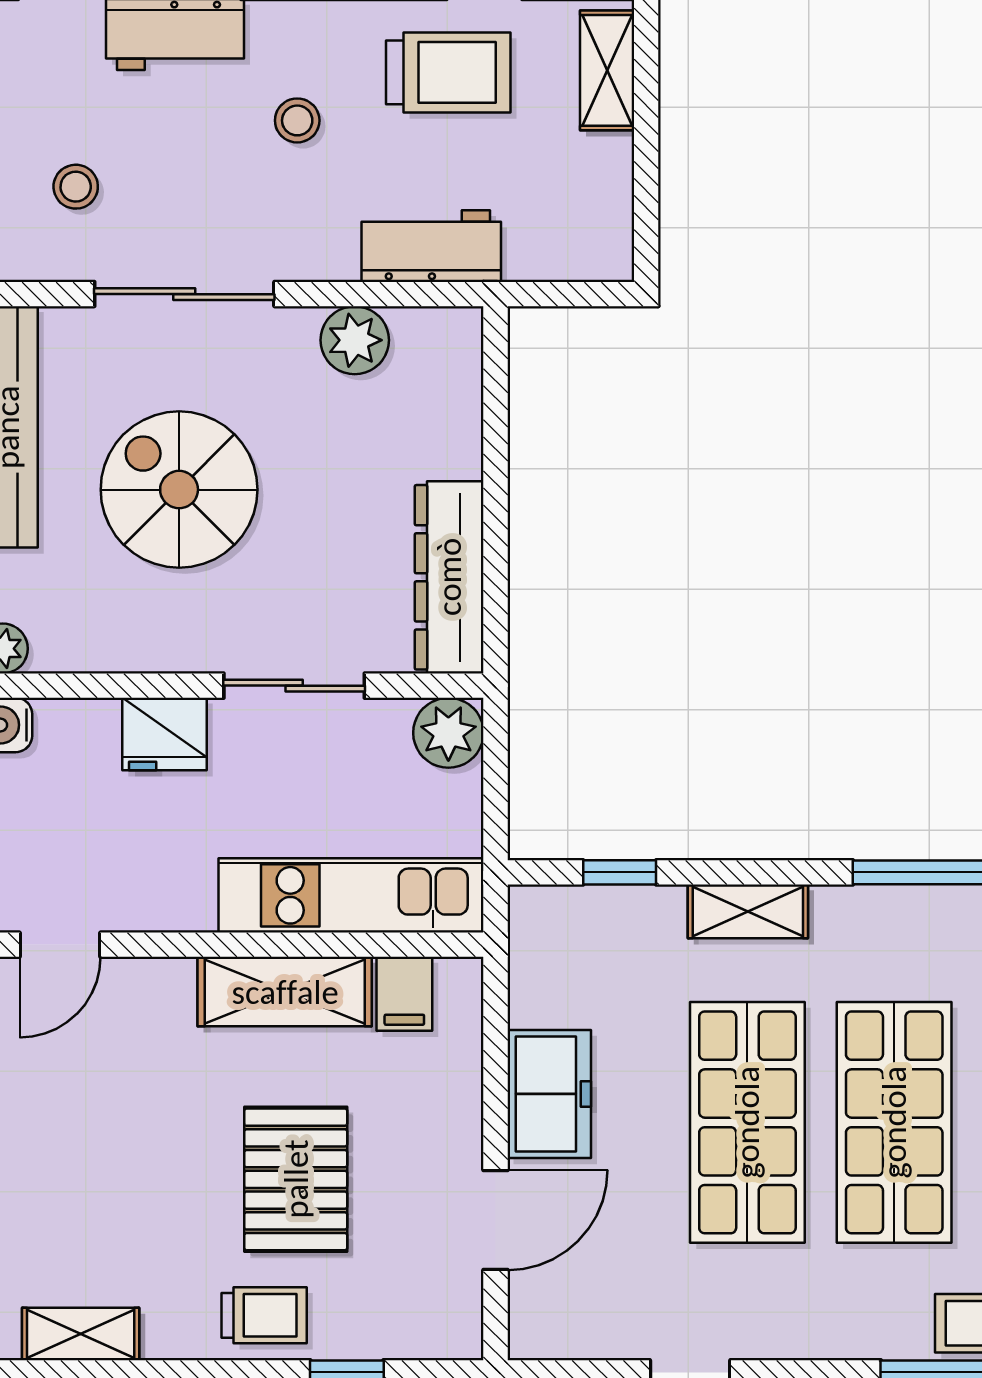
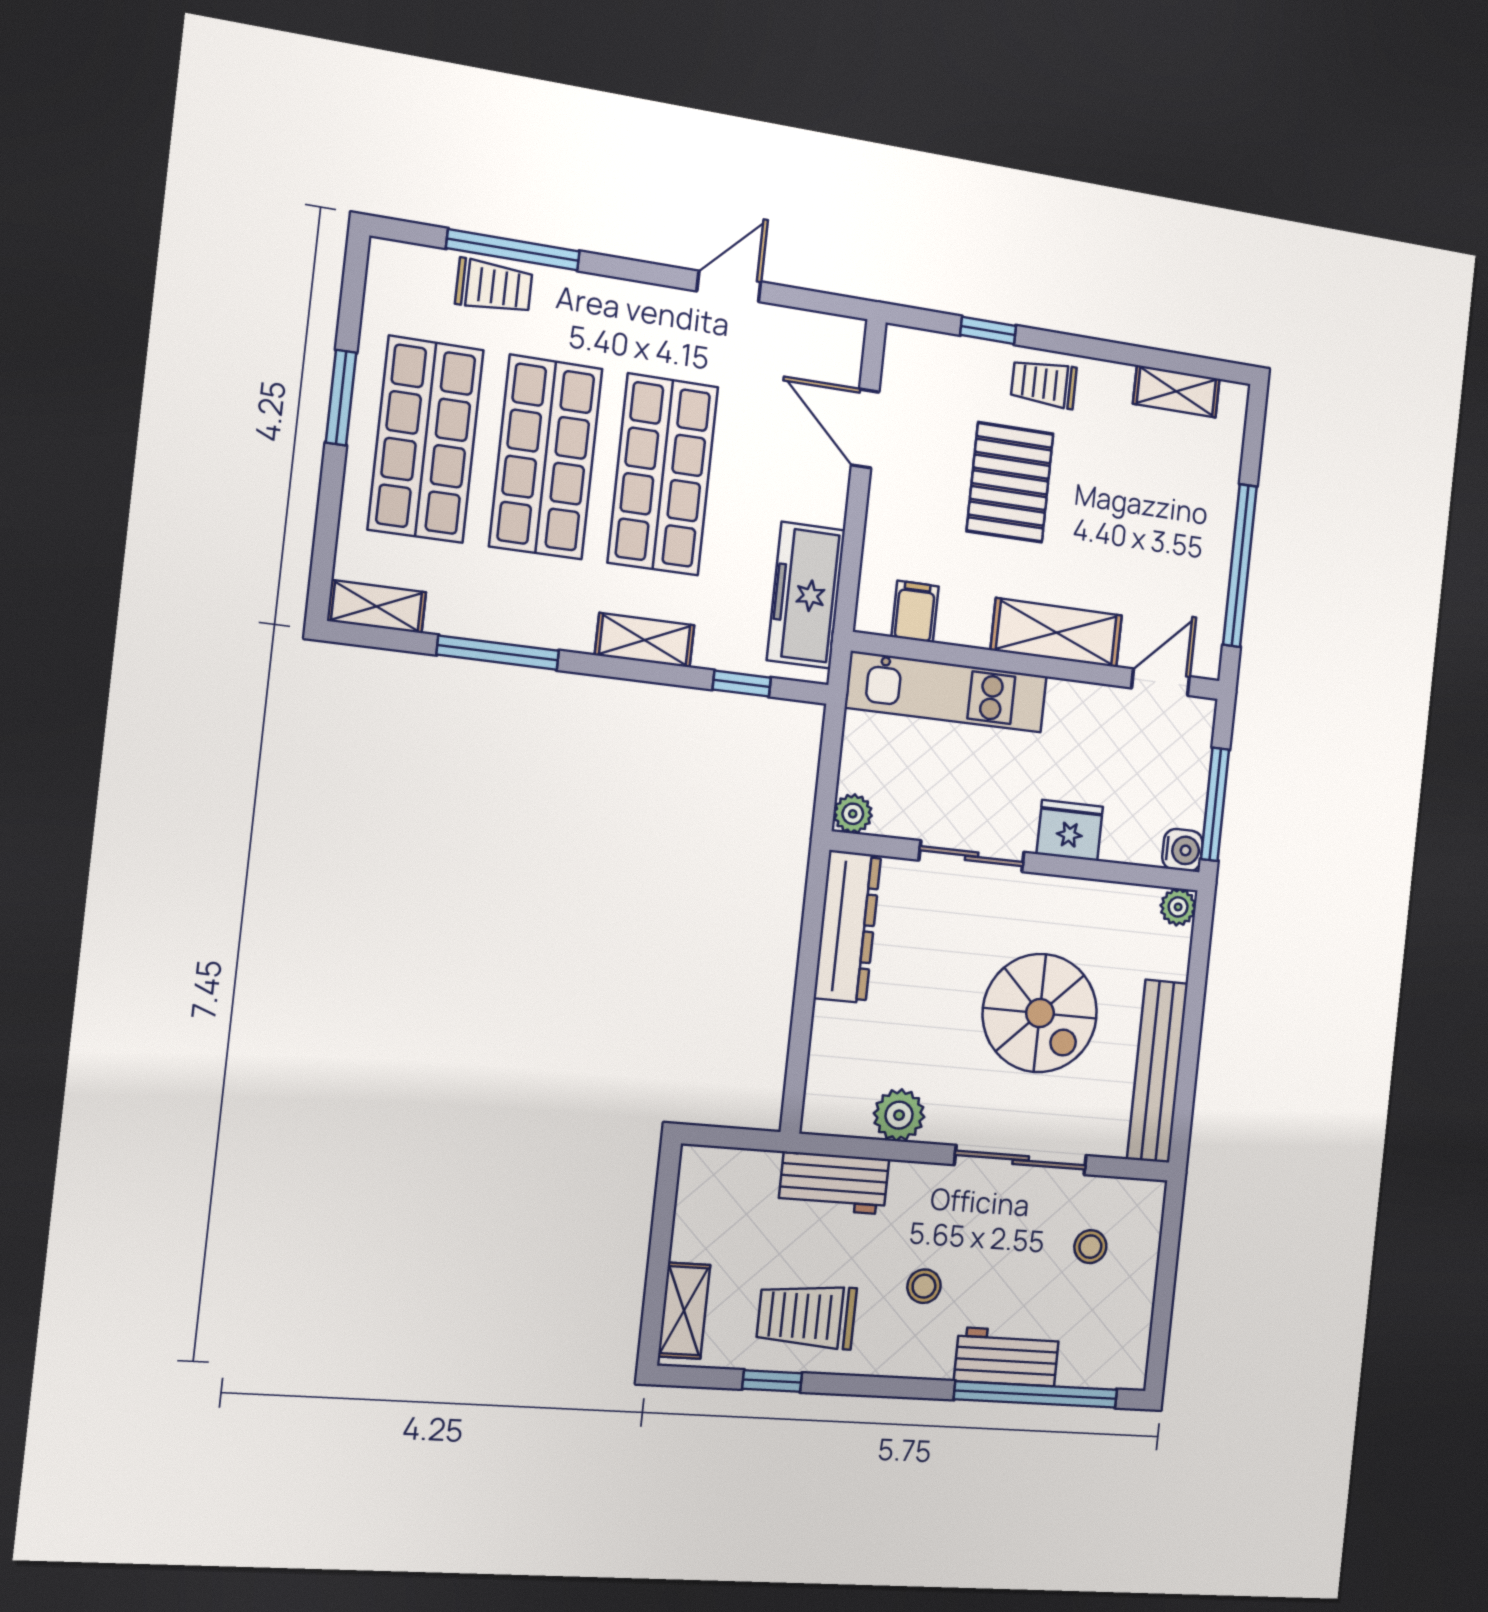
plant: (448, 733) -> (853, 814), width x0.73, depth x0.73
shelving: (285, 992) -> (1056, 633), moved
freezer: (549, 1094) -> (806, 595), moved, width x1.40
door: (496, 1220) -> (865, 428), hinge flipped

